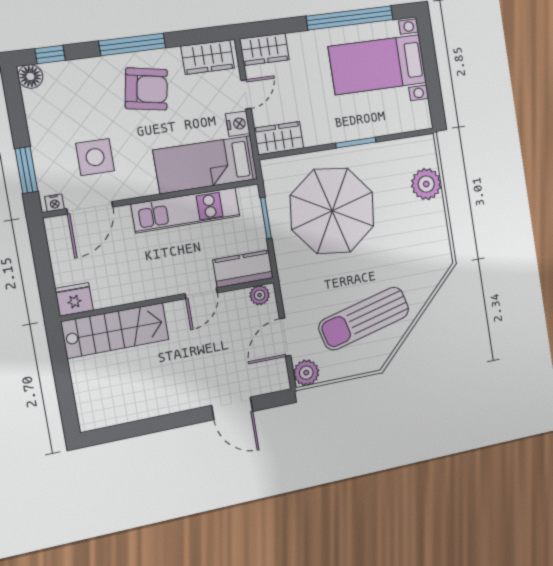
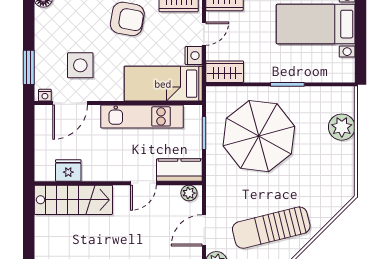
fridge: (74, 299) -> (68, 170), moved

